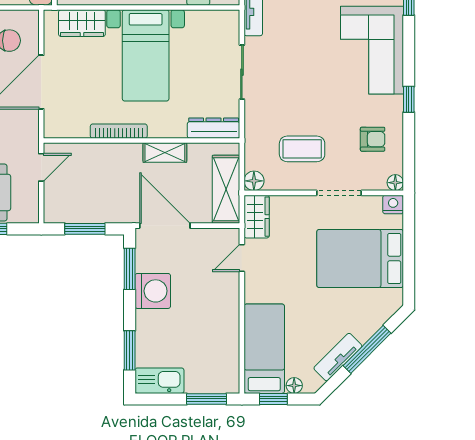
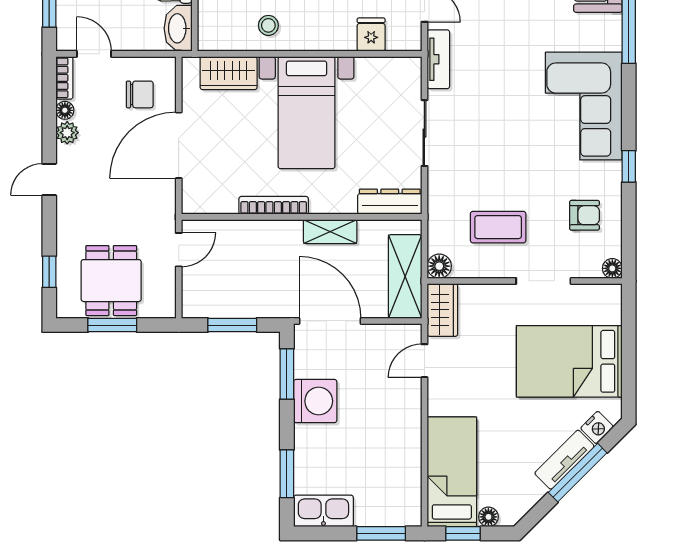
nightstand: (393, 204) -> (597, 428), moved, turned 135
tv unit: (338, 357) -> (564, 460), moved

